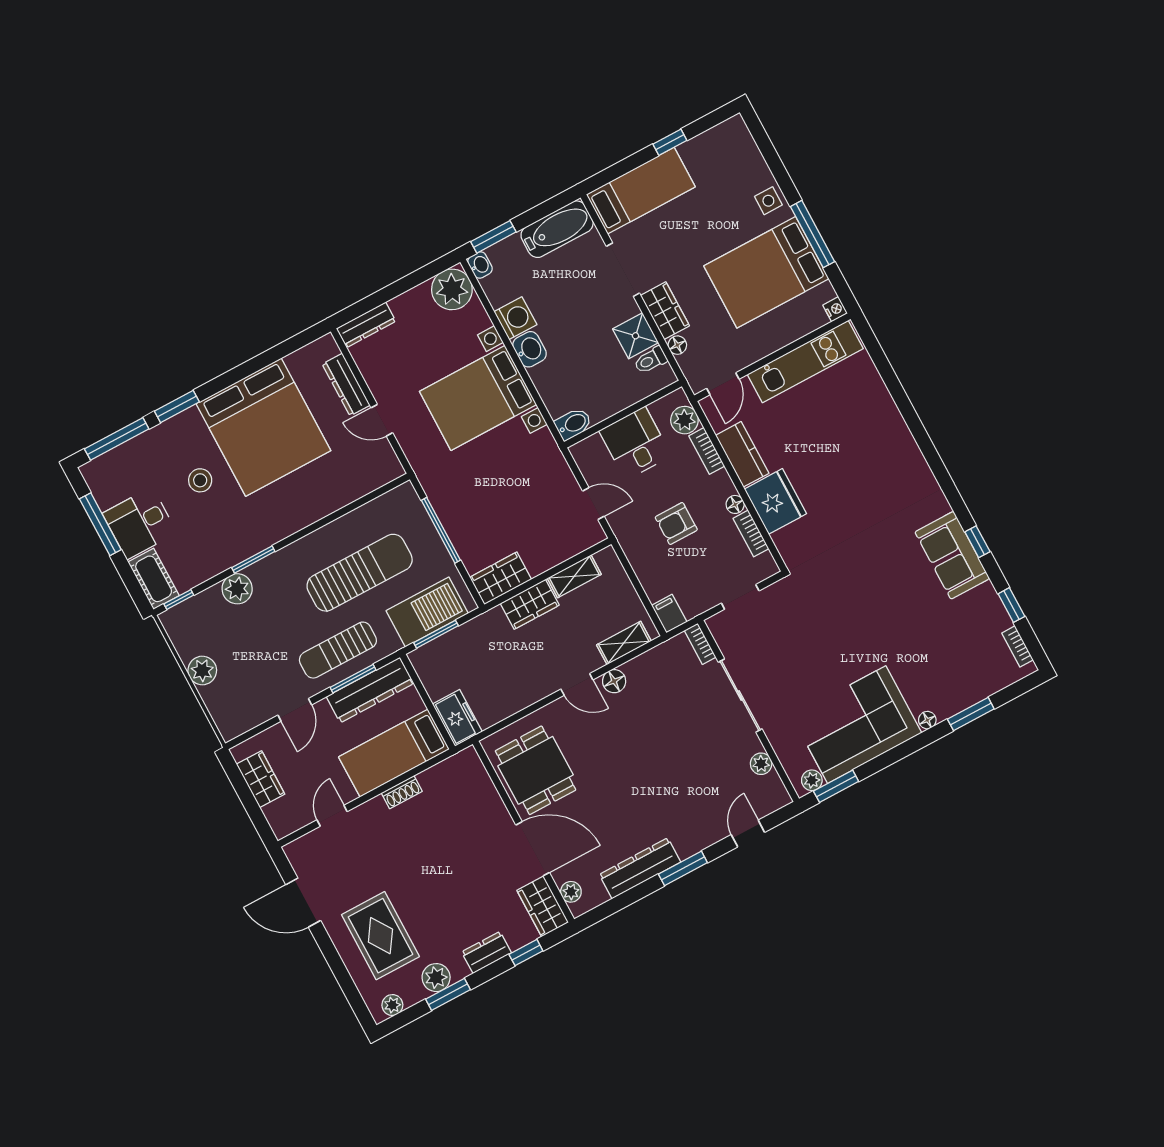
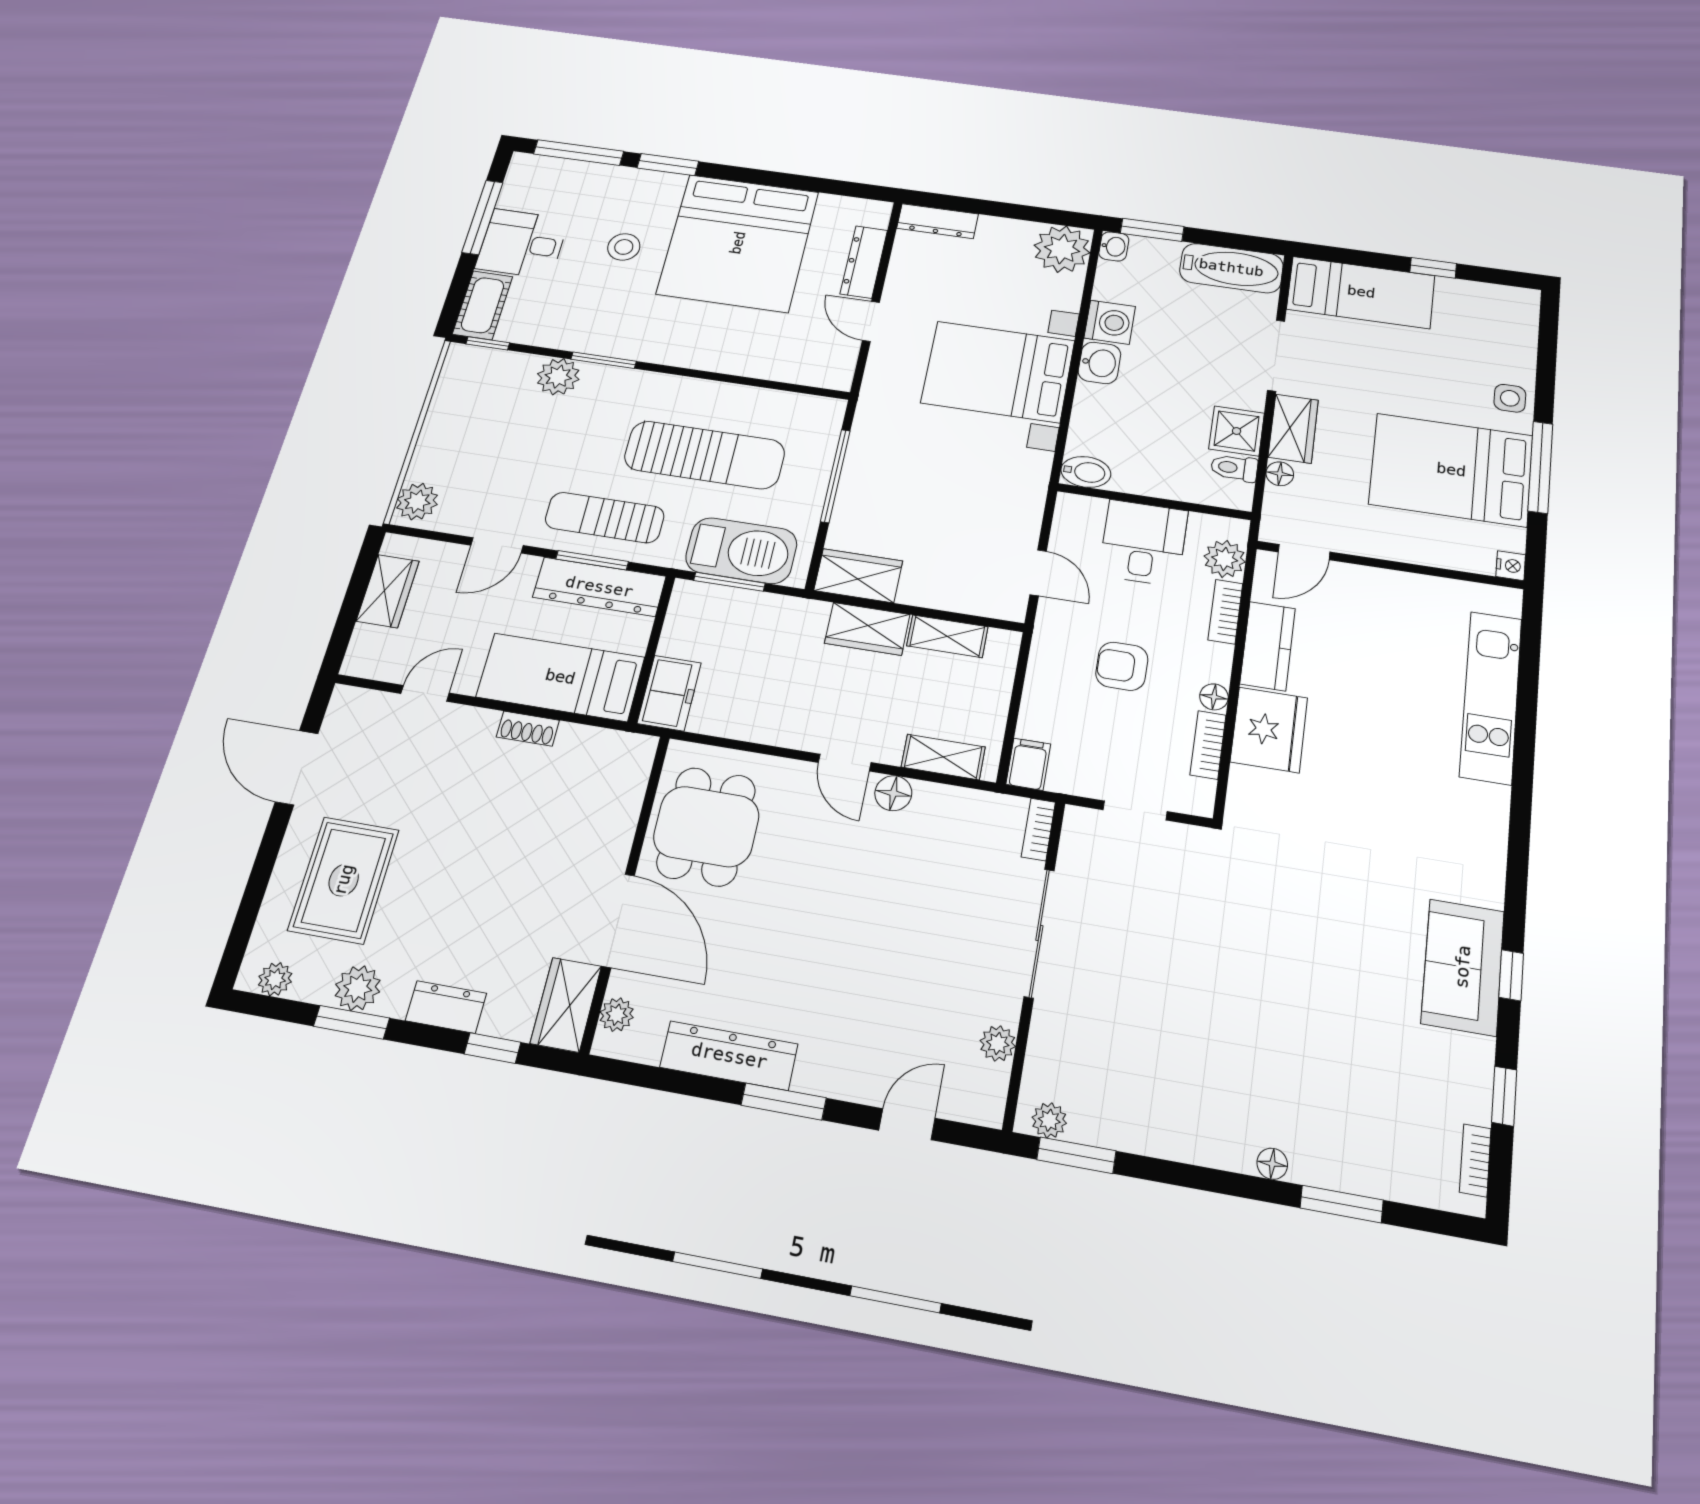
kitchen unit: (805, 361) -> (1491, 697), moved, turned 90
plant: (202, 671) -> (417, 502), moved
corner sofa: (857, 725) -> (1168, 1092), removed

